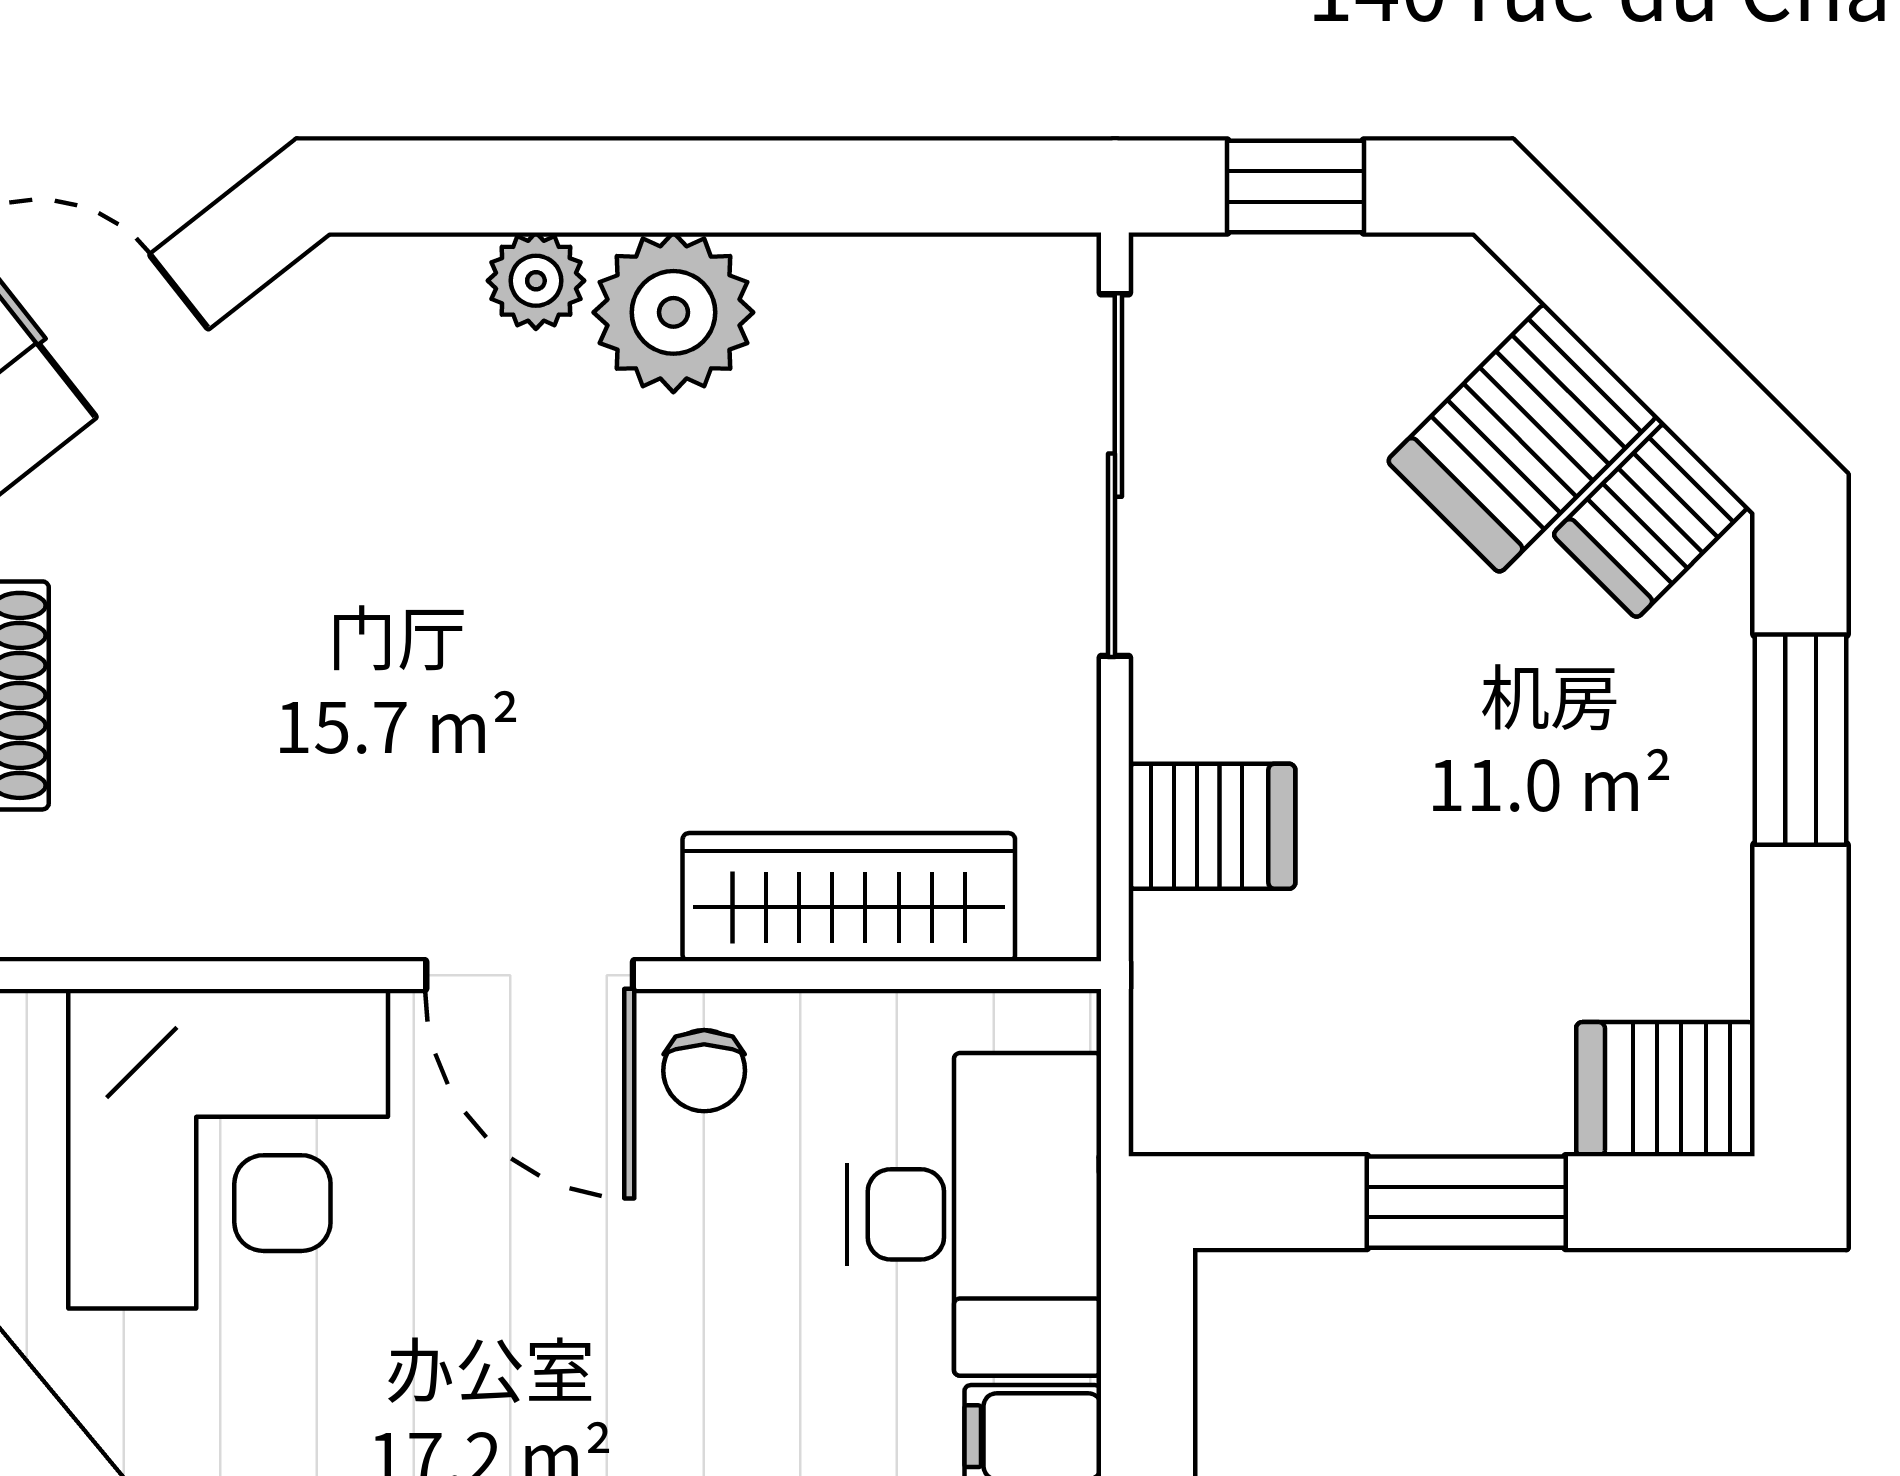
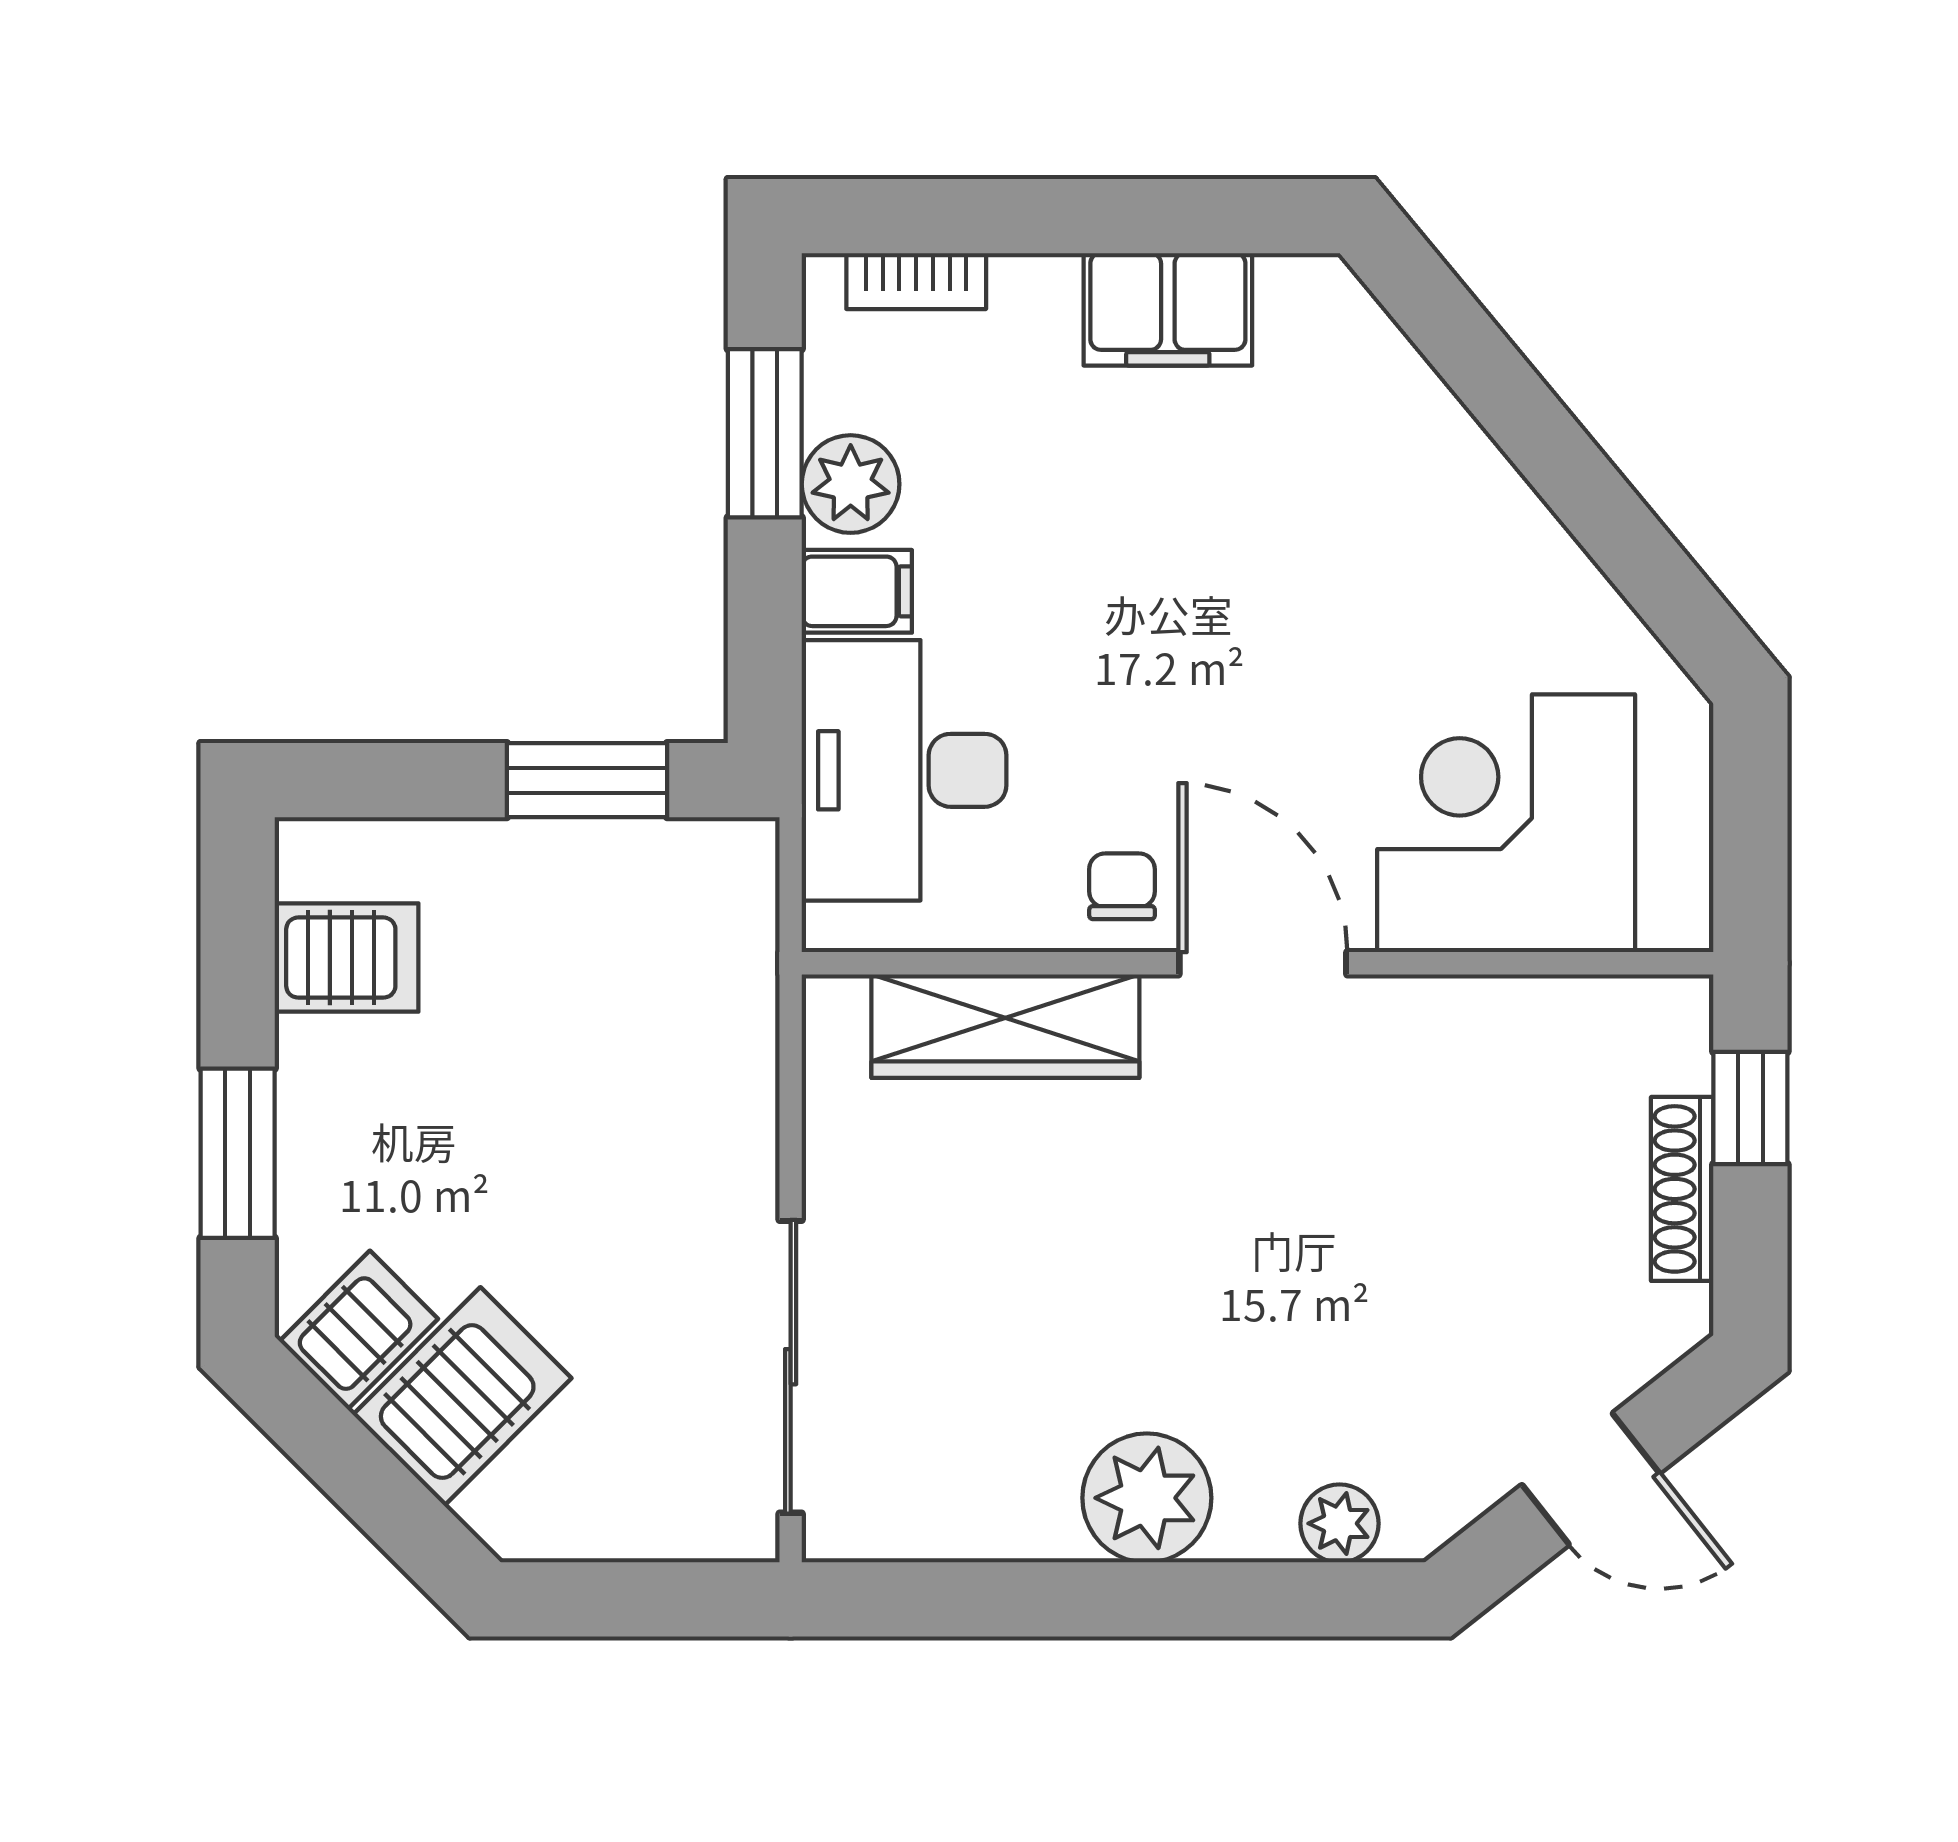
window: (1295, 187) -> (645, 1599), removed
plant: (536, 281) -> (1339, 1523), moved
server rack: (1212, 826) -> (712, 1083), removed
server rack: (1665, 1089) -> (347, 958), moved
window: (1466, 1202) -> (587, 780), moved

